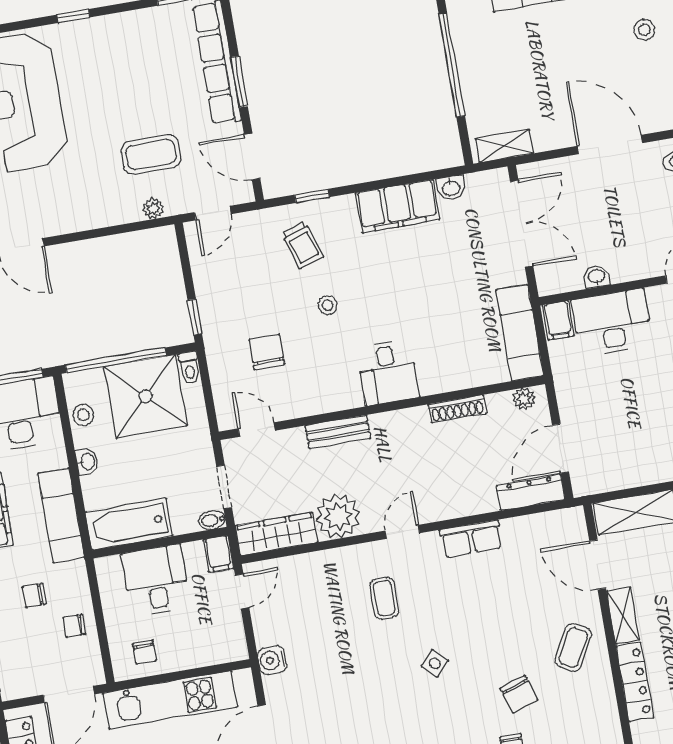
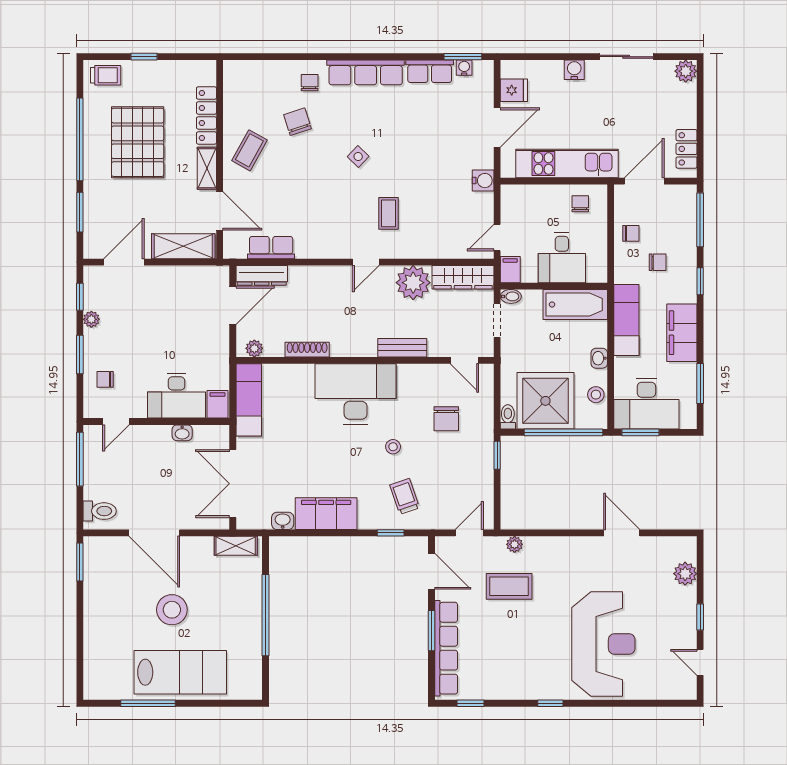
stool: (644, 30) -> (172, 610), moved, width x1.89, depth x1.89
desk: (388, 372) -> (356, 394), width x1.87, depth x1.30
row of seats: (471, 539) -> (271, 248), moved

